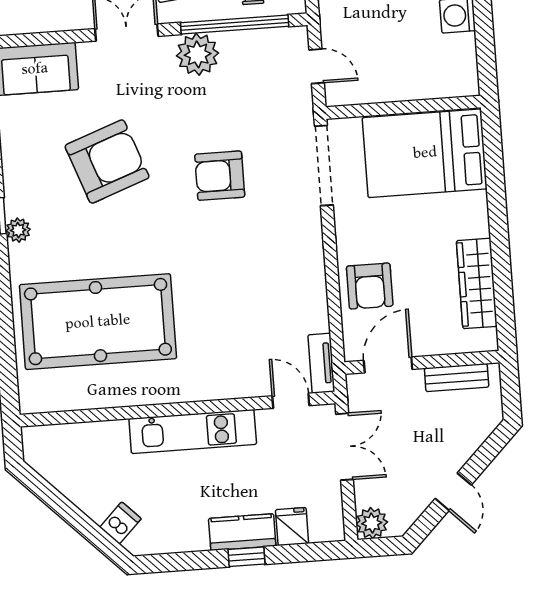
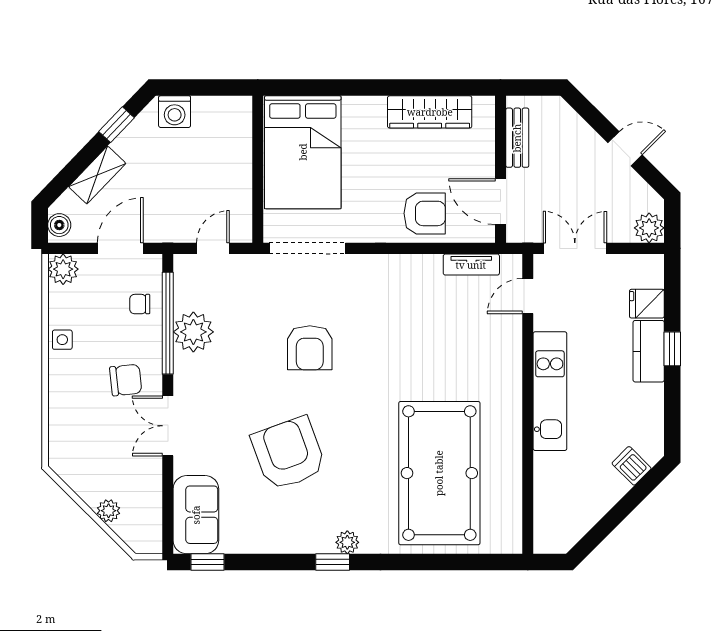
plant: (198, 54) -> (193, 332), moved
tv unit: (321, 363) -> (471, 265), moved

